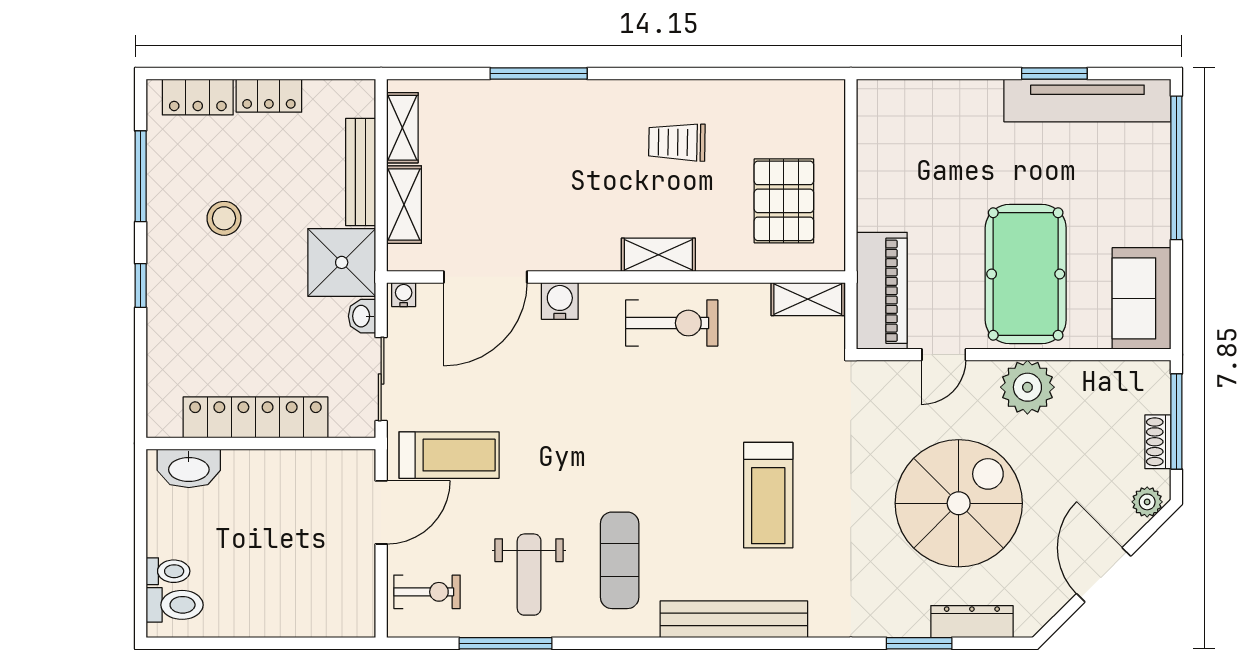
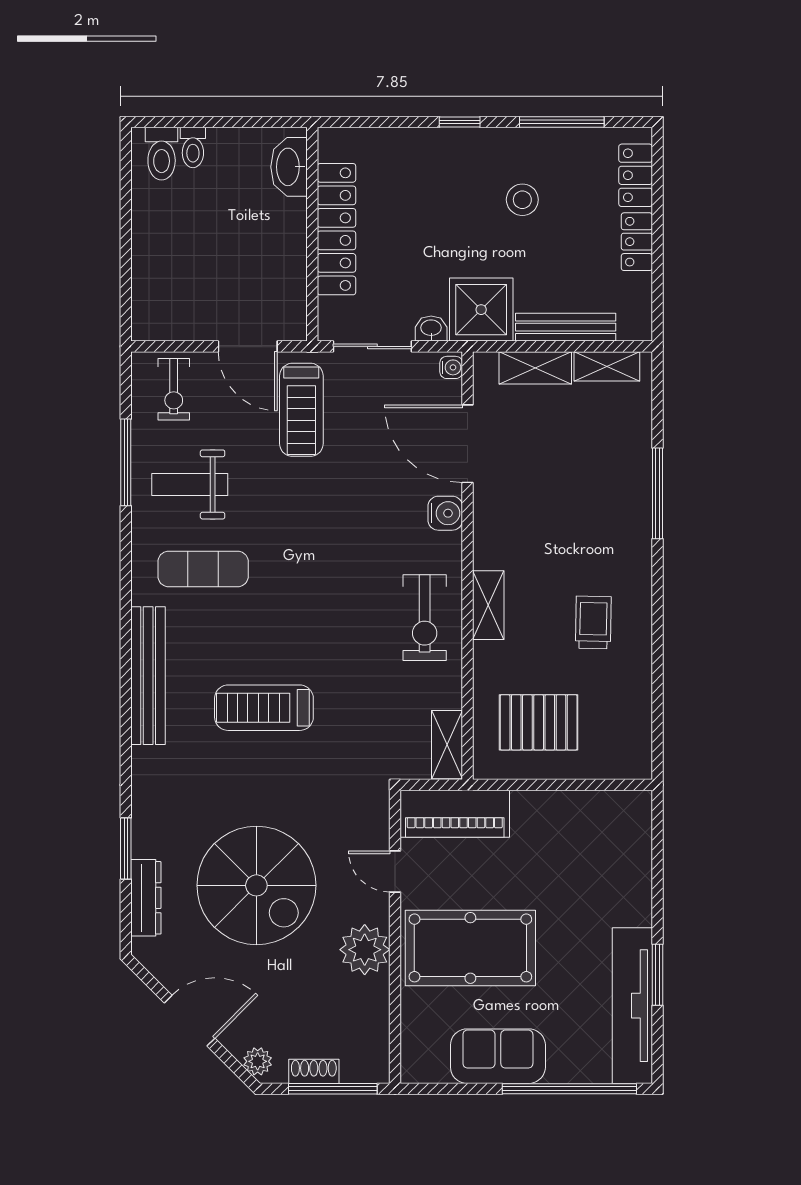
sofa: (1142, 298) -> (498, 1056), moved

